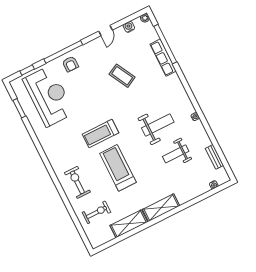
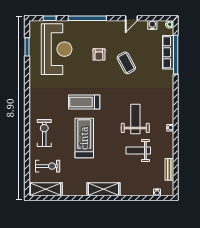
row of seats: (163, 58) -> (168, 52), moved
armchair: (70, 64) -> (99, 54), moved
weight bench: (158, 125) -> (135, 119), turned -90
shelving: (129, 224) -> (46, 189), moved

